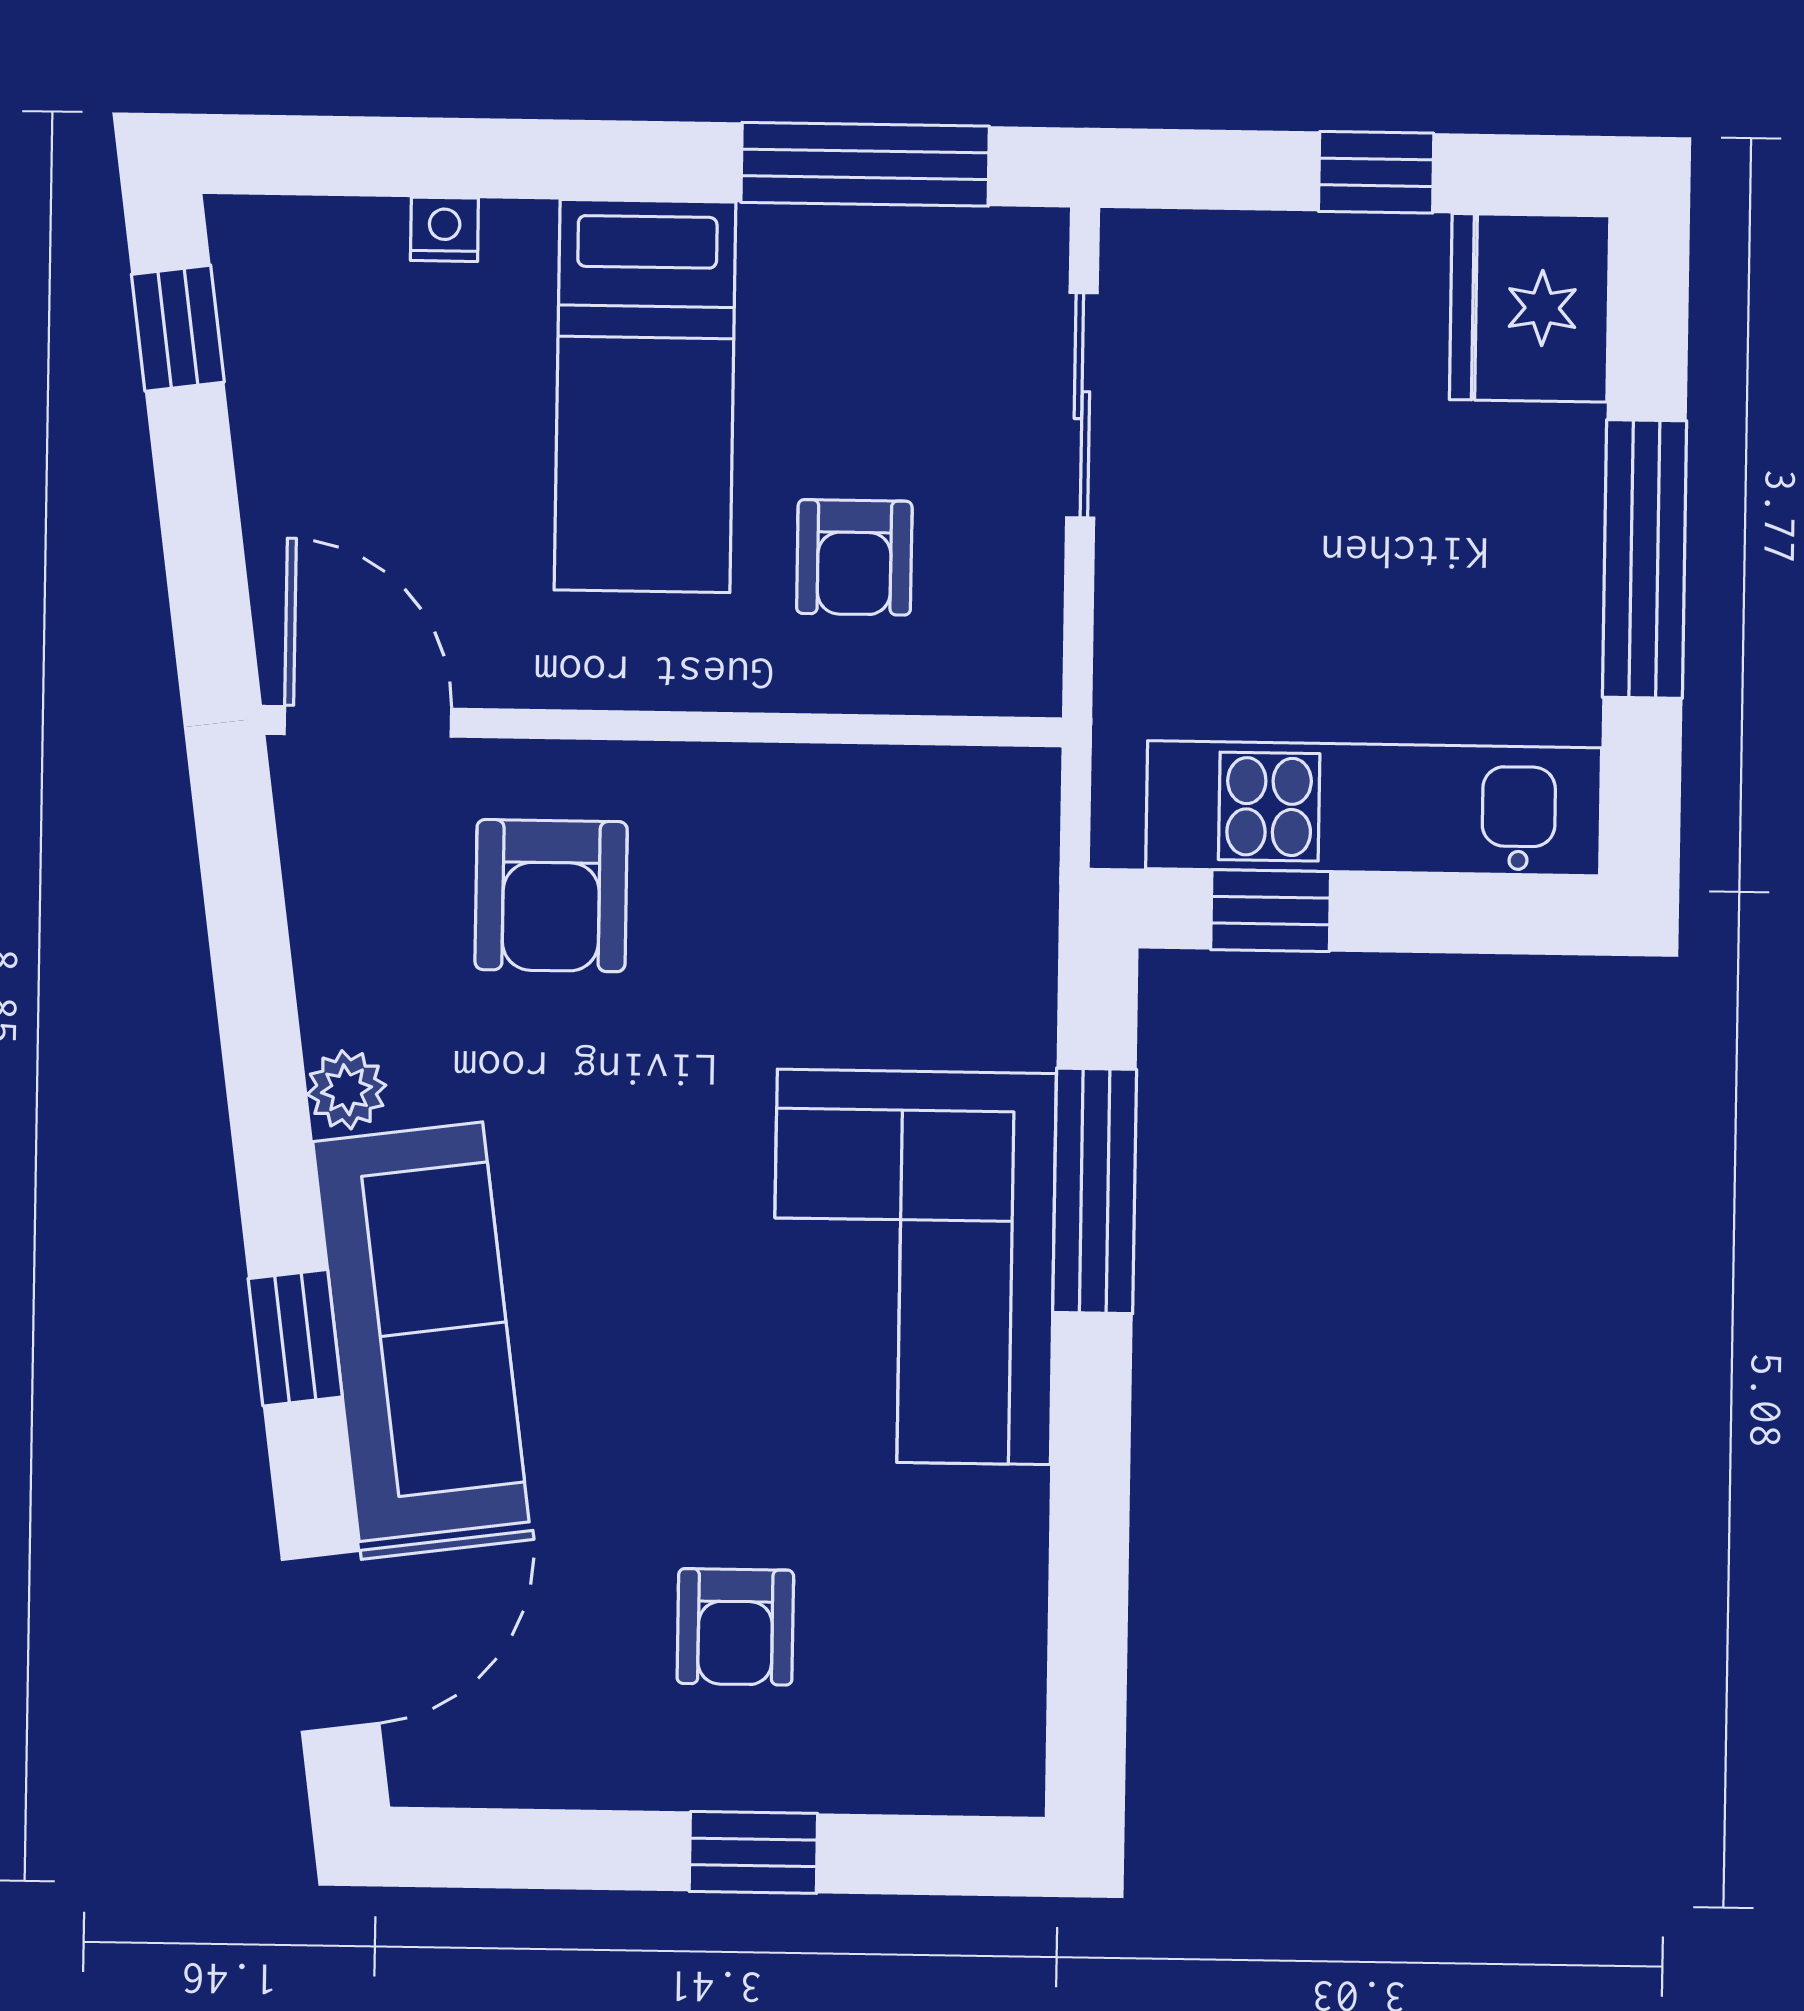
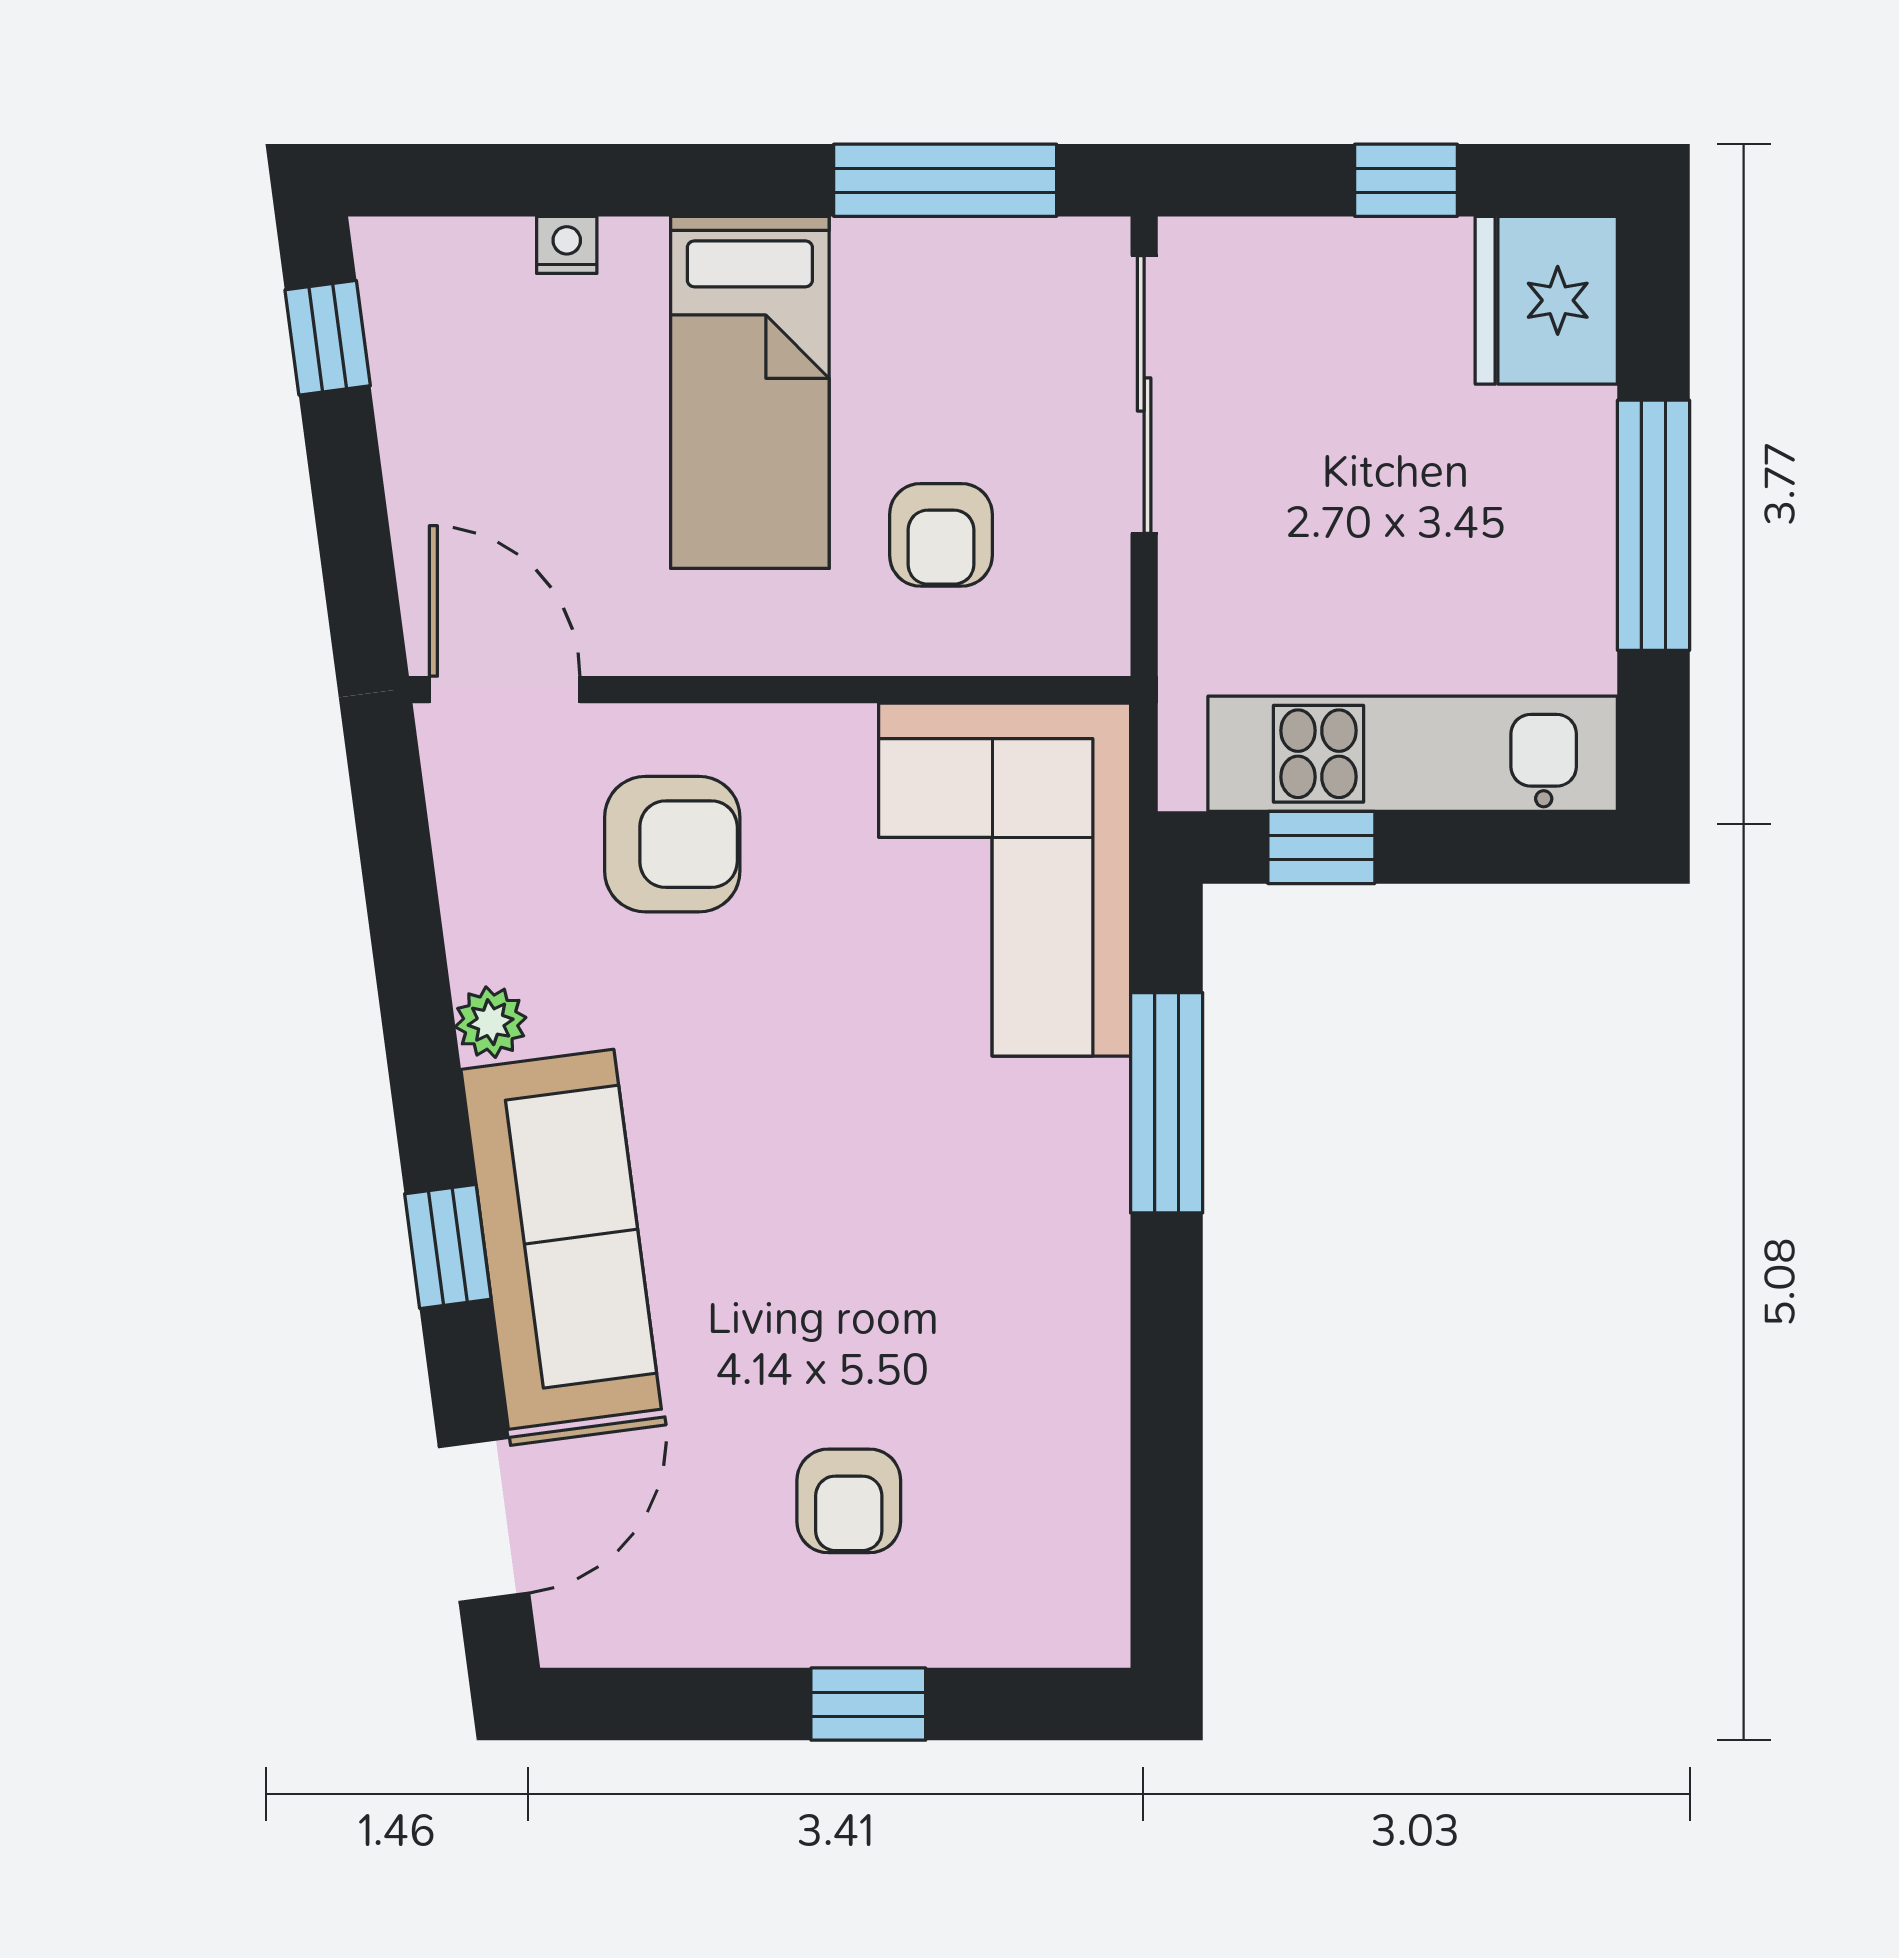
sliding door: (1082, 405) -> (1144, 394), width x1.37
armchair: (551, 896) -> (672, 844), turned -90
corner sofa: (914, 1267) -> (1005, 880), moved

